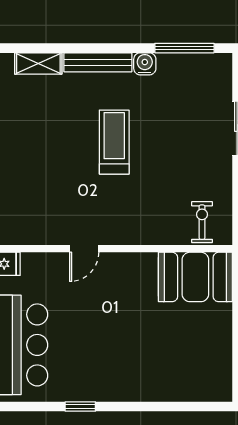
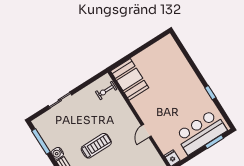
treadmill: (114, 142) -> (96, 146), turned 180
door: (84, 249) -> (146, 131), swing flipped

